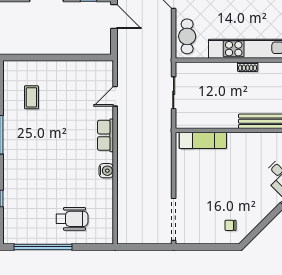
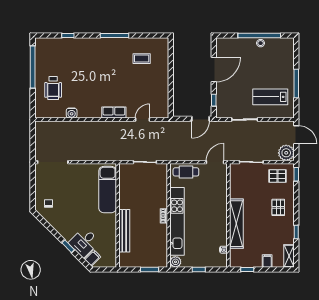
door: (115, 96) -> (142, 120), hinge flipped
exam couch: (203, 140) -> (108, 190), width x1.36, depth x1.45
water cooler: (106, 171) -> (72, 113), moved

